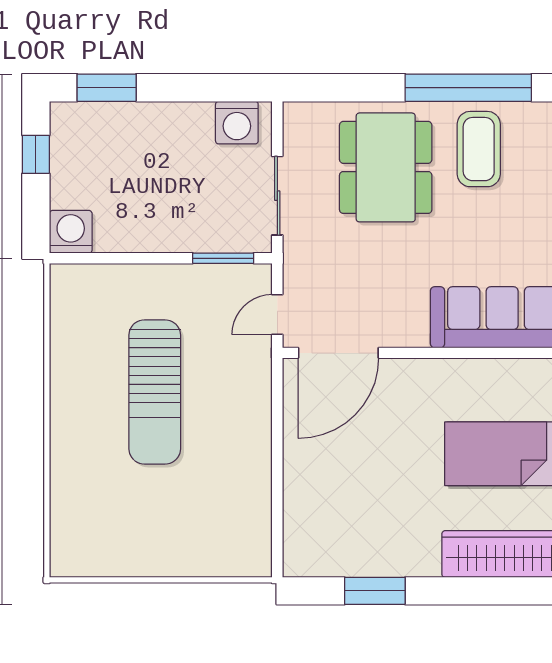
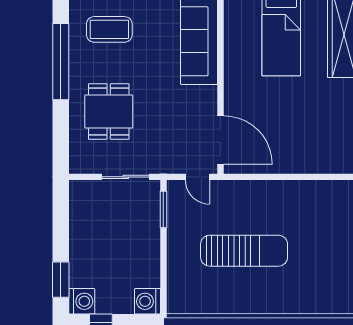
washing machine: (237, 123) -> (82, 301), moved
coffee table: (479, 149) -> (109, 29), moved
dining table: (386, 167) -> (109, 111), width x0.73

